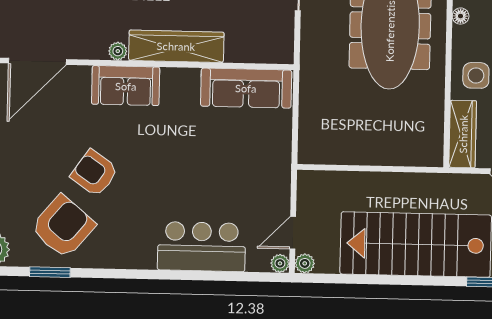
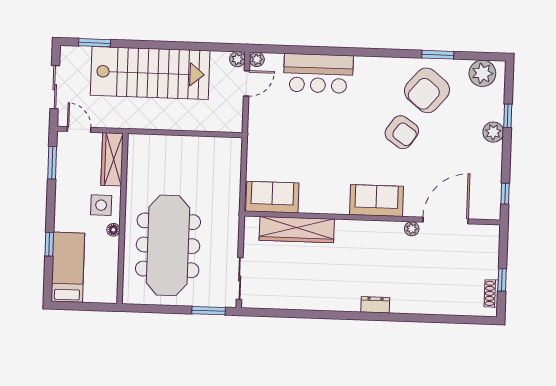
floor lamp: (461, 16) -> (113, 230), moved
wardrobe: (176, 46) -> (297, 230), moved
plant: (118, 51) -> (412, 229), moved
sofa: (246, 88) -> (272, 197), width x0.73

